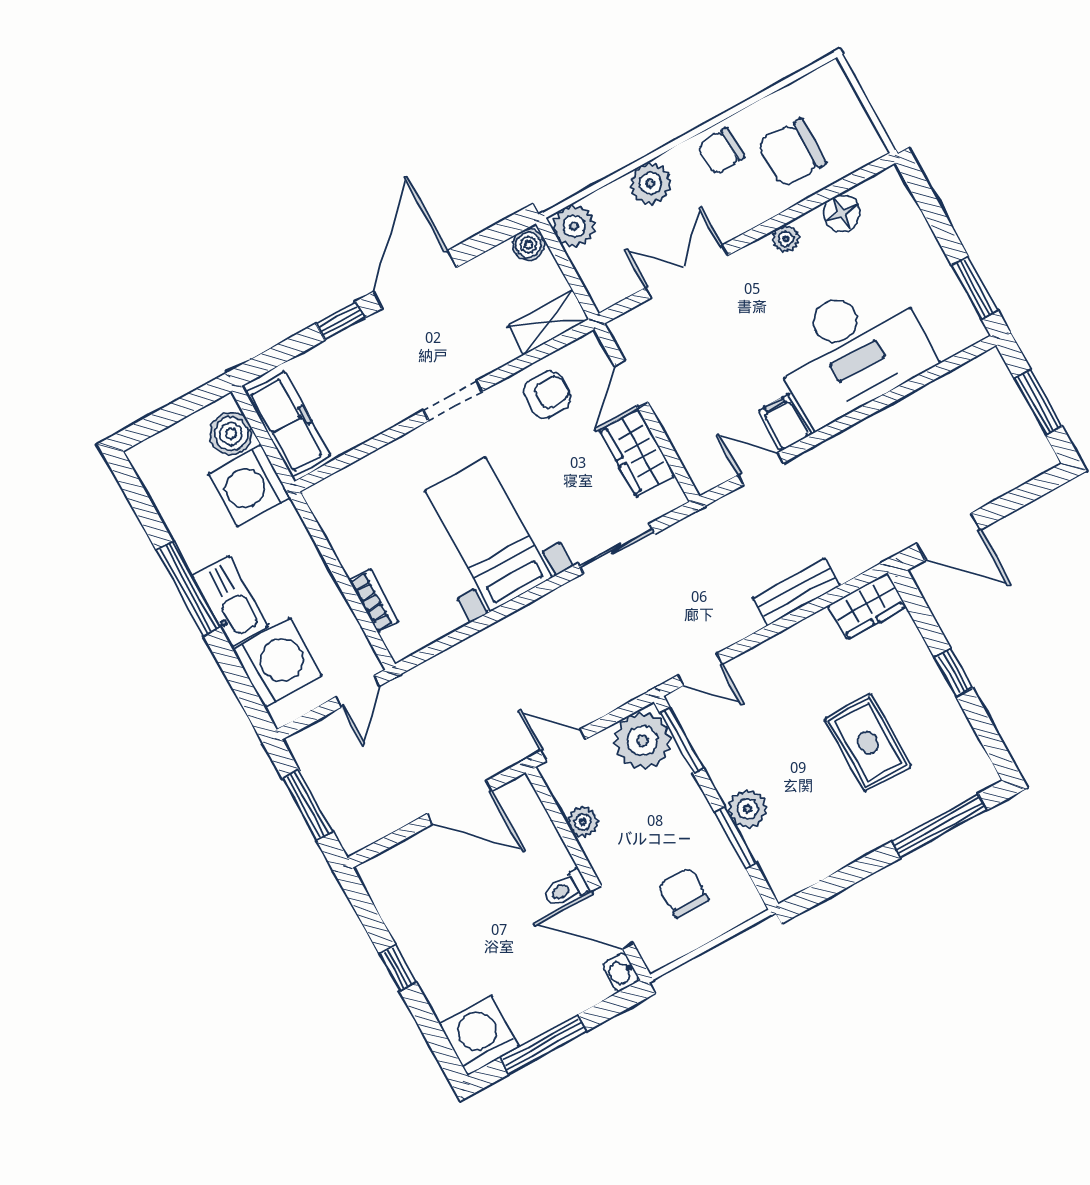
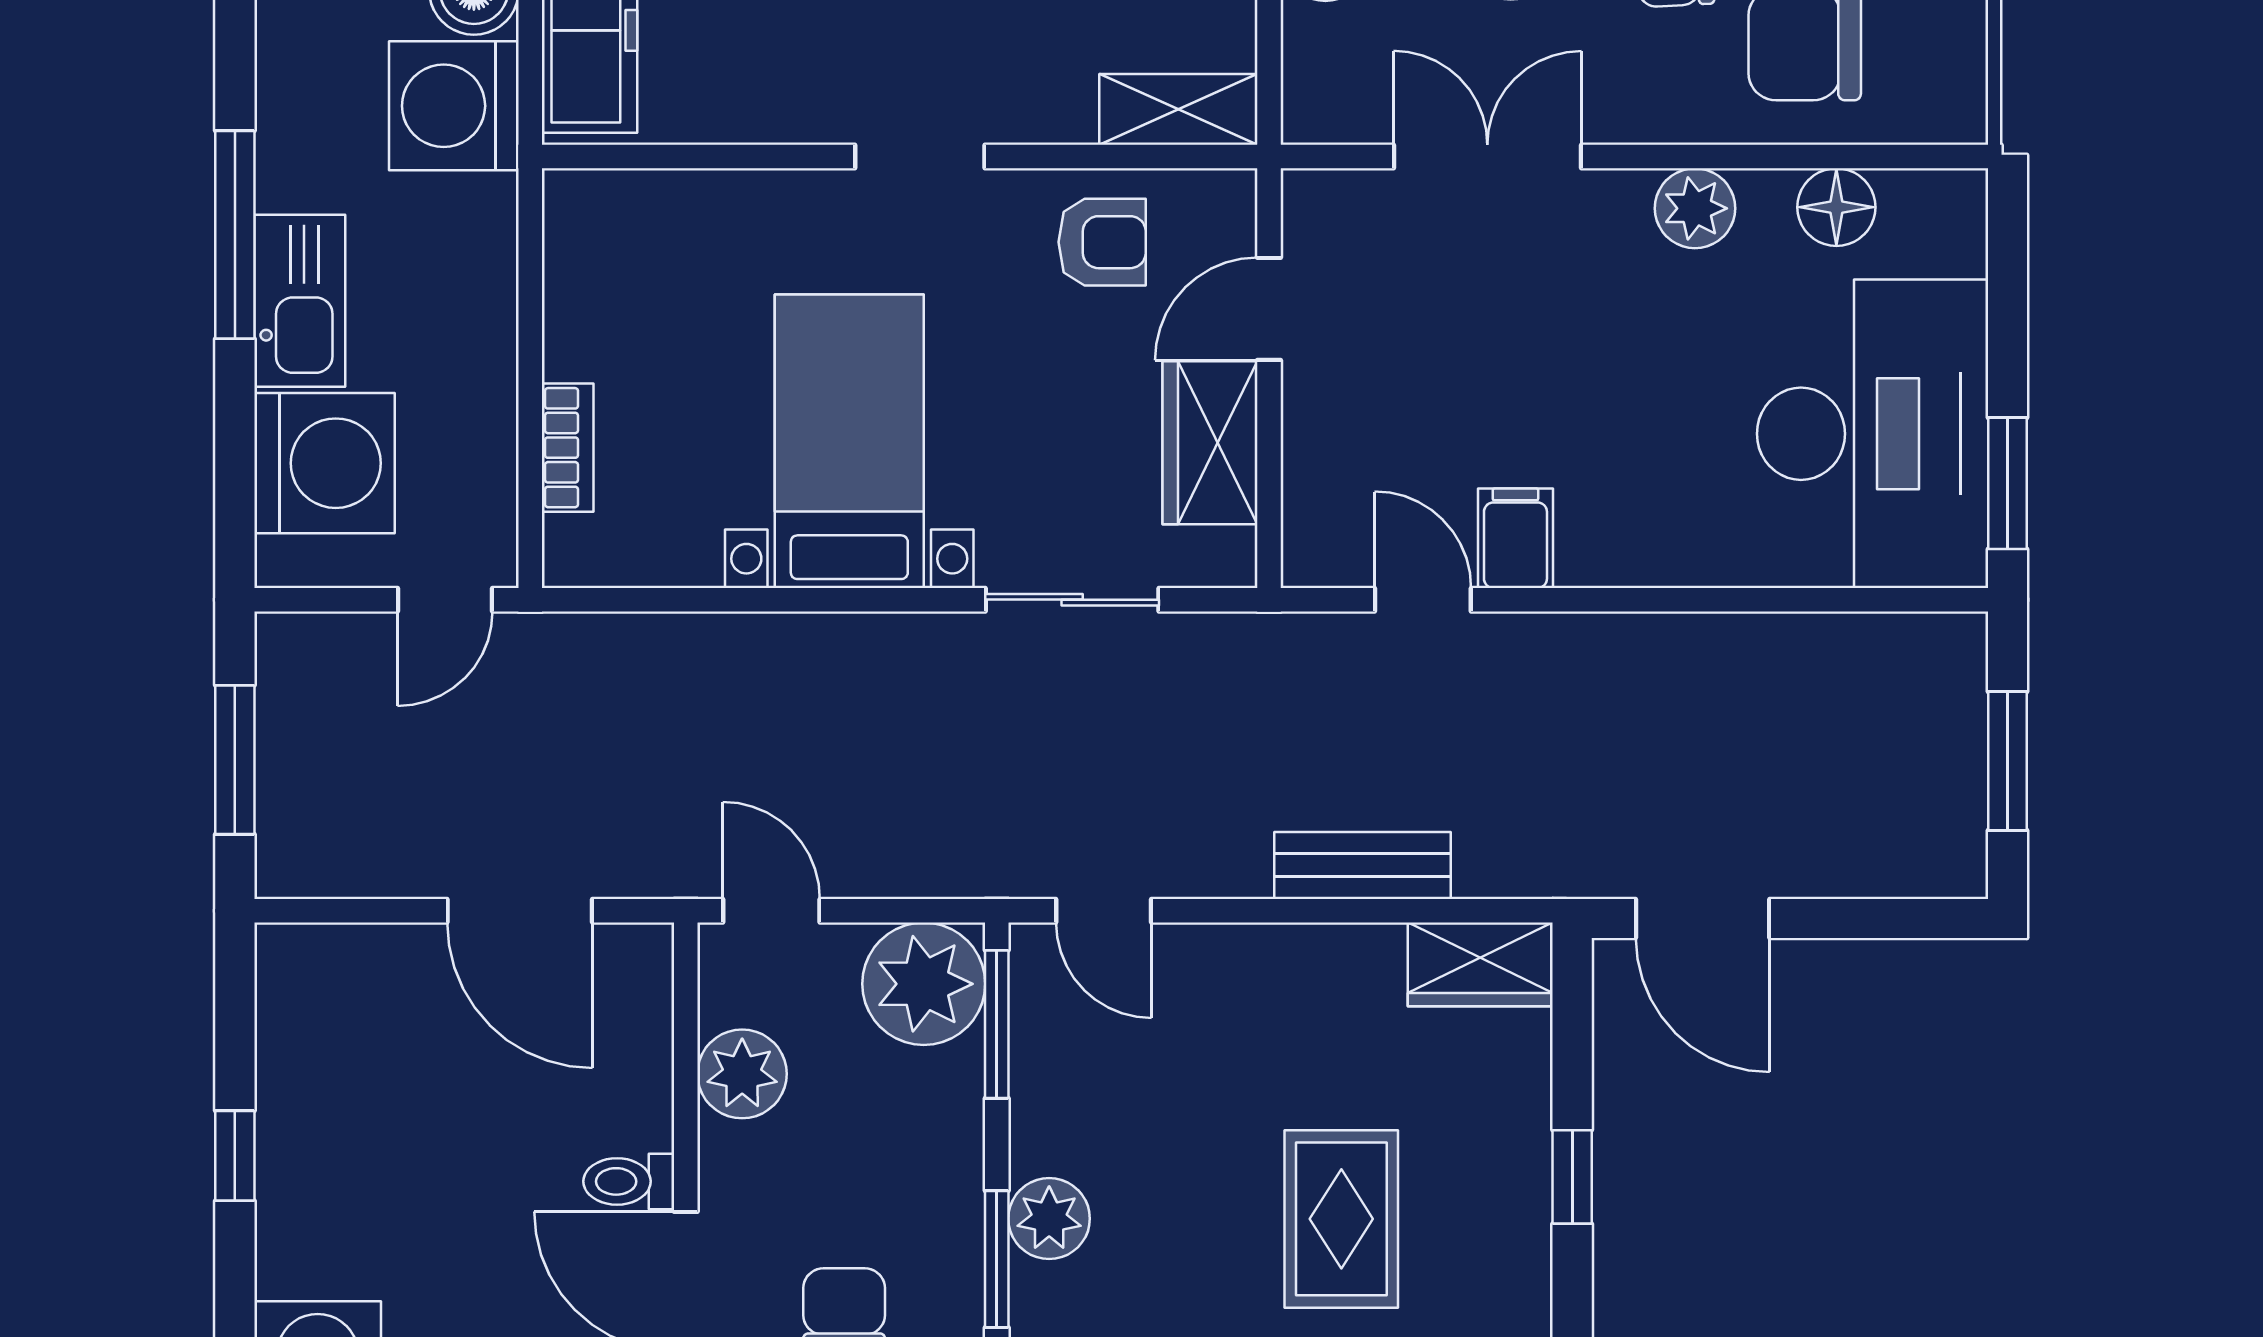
plant: (786, 239) -> (1695, 208), width x1.38, depth x1.38
desk: (851, 350) -> (1873, 434), moved, turned -90
plant: (583, 822) -> (742, 1074), width x1.38, depth x1.38

